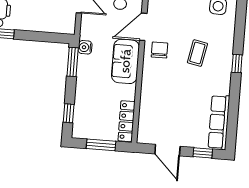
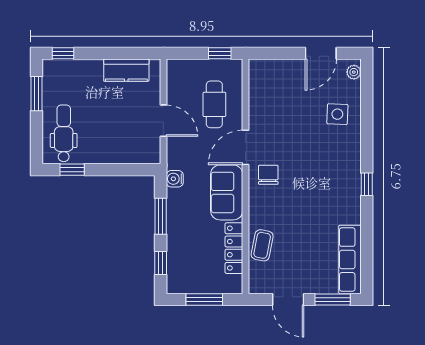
coffee table: (197, 53) -> (262, 245), moved
window: (73, 62) -> (161, 216), moved
locker: (126, 121) -> (234, 248), moved
window: (203, 153) -> (333, 300), width x1.50

